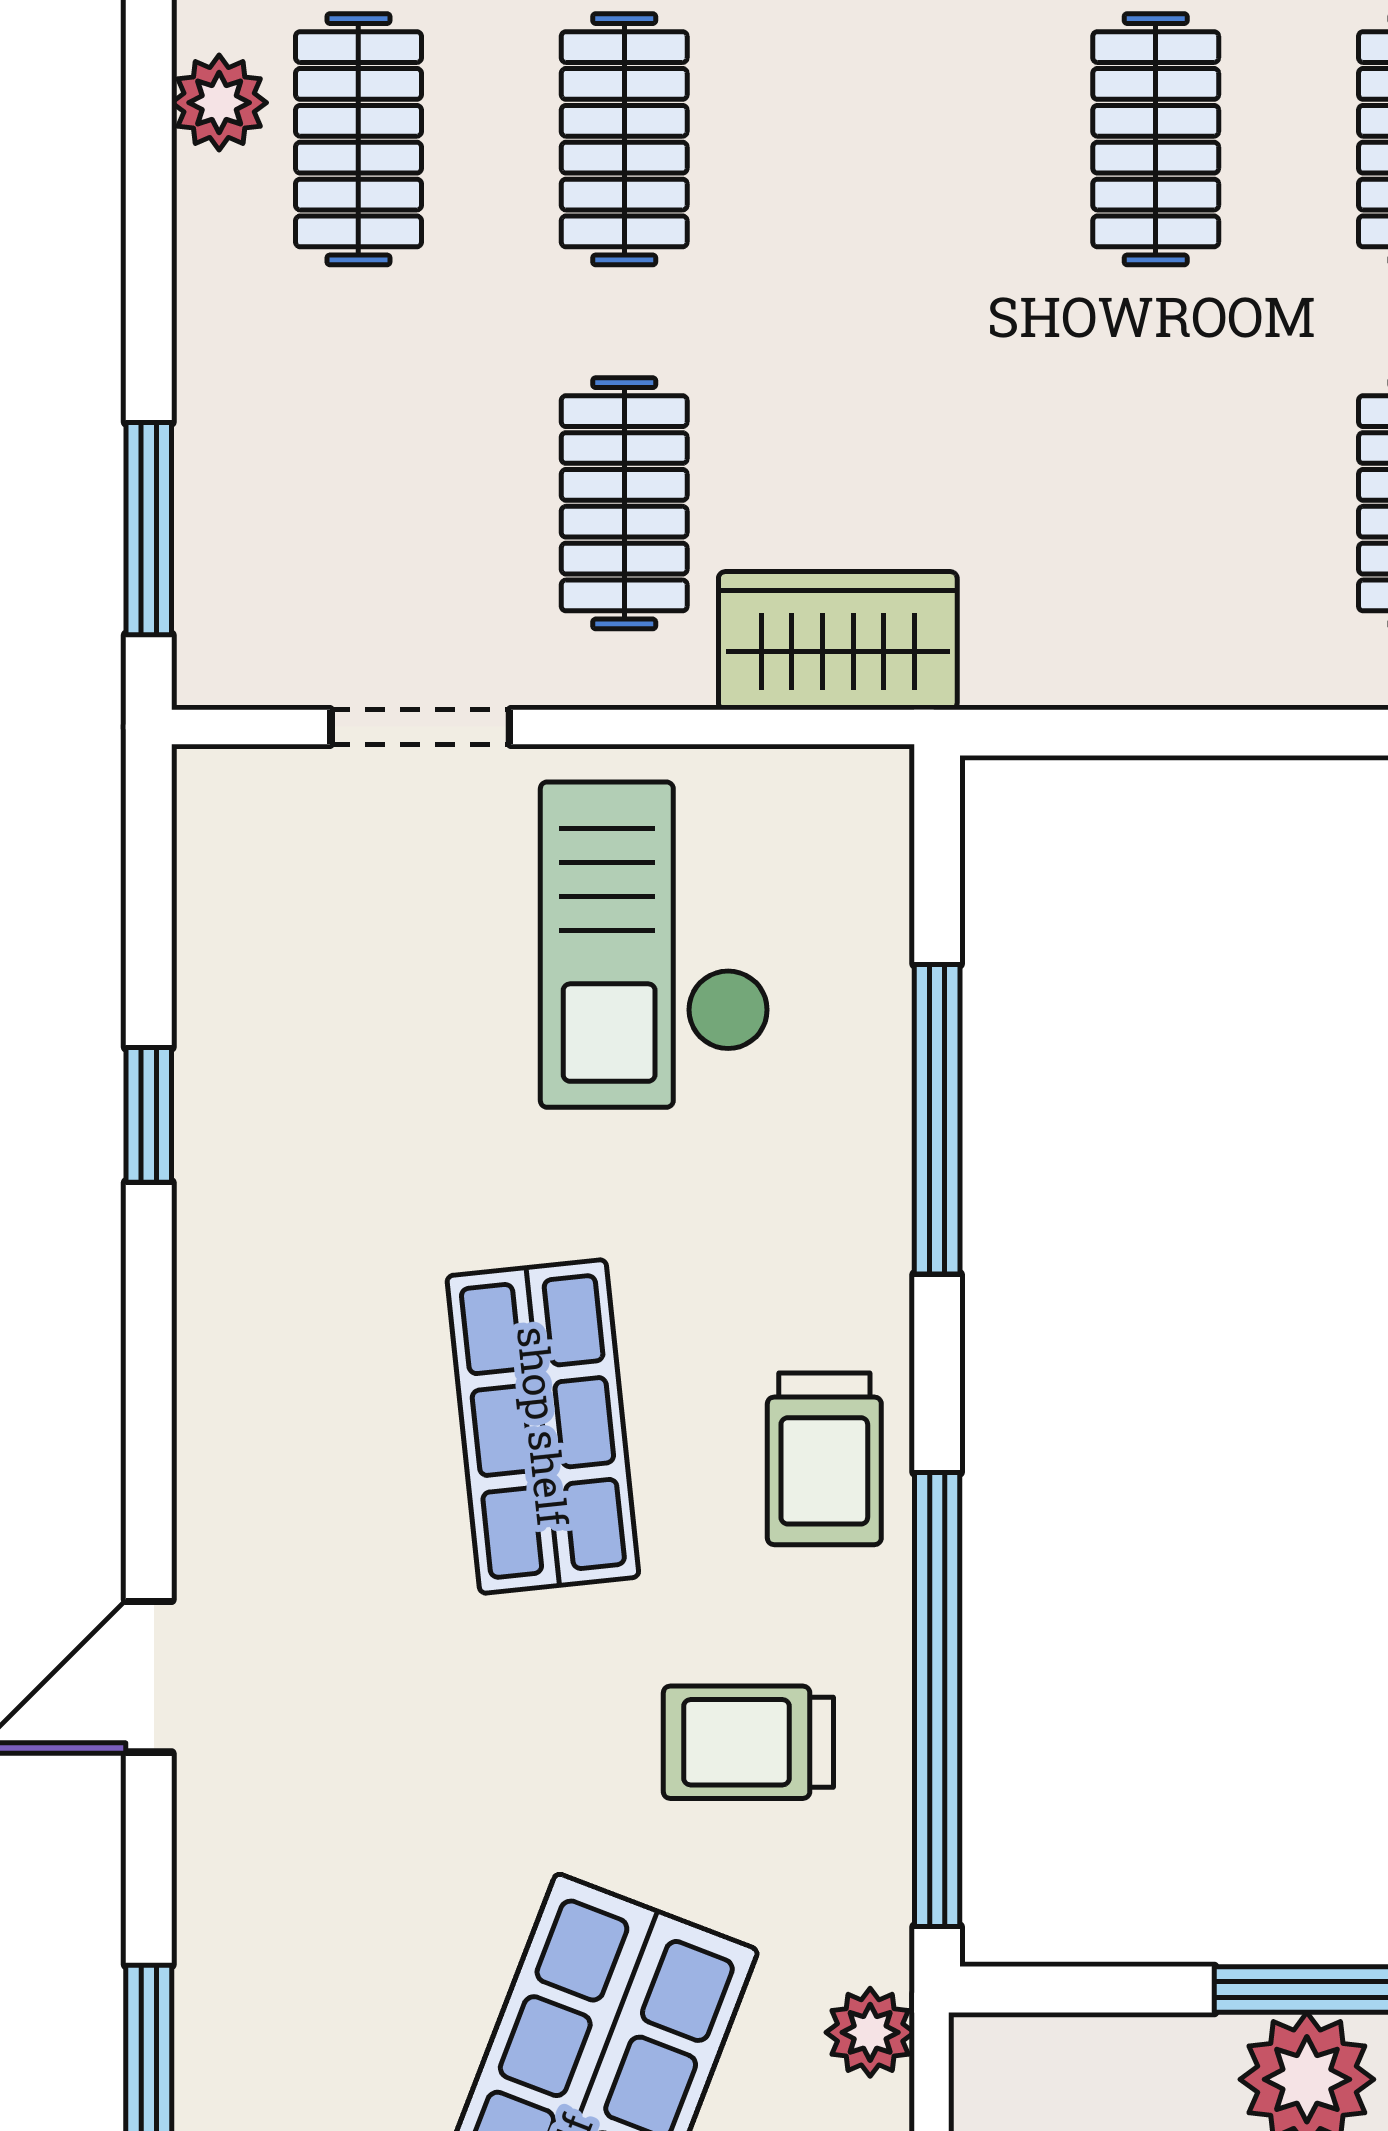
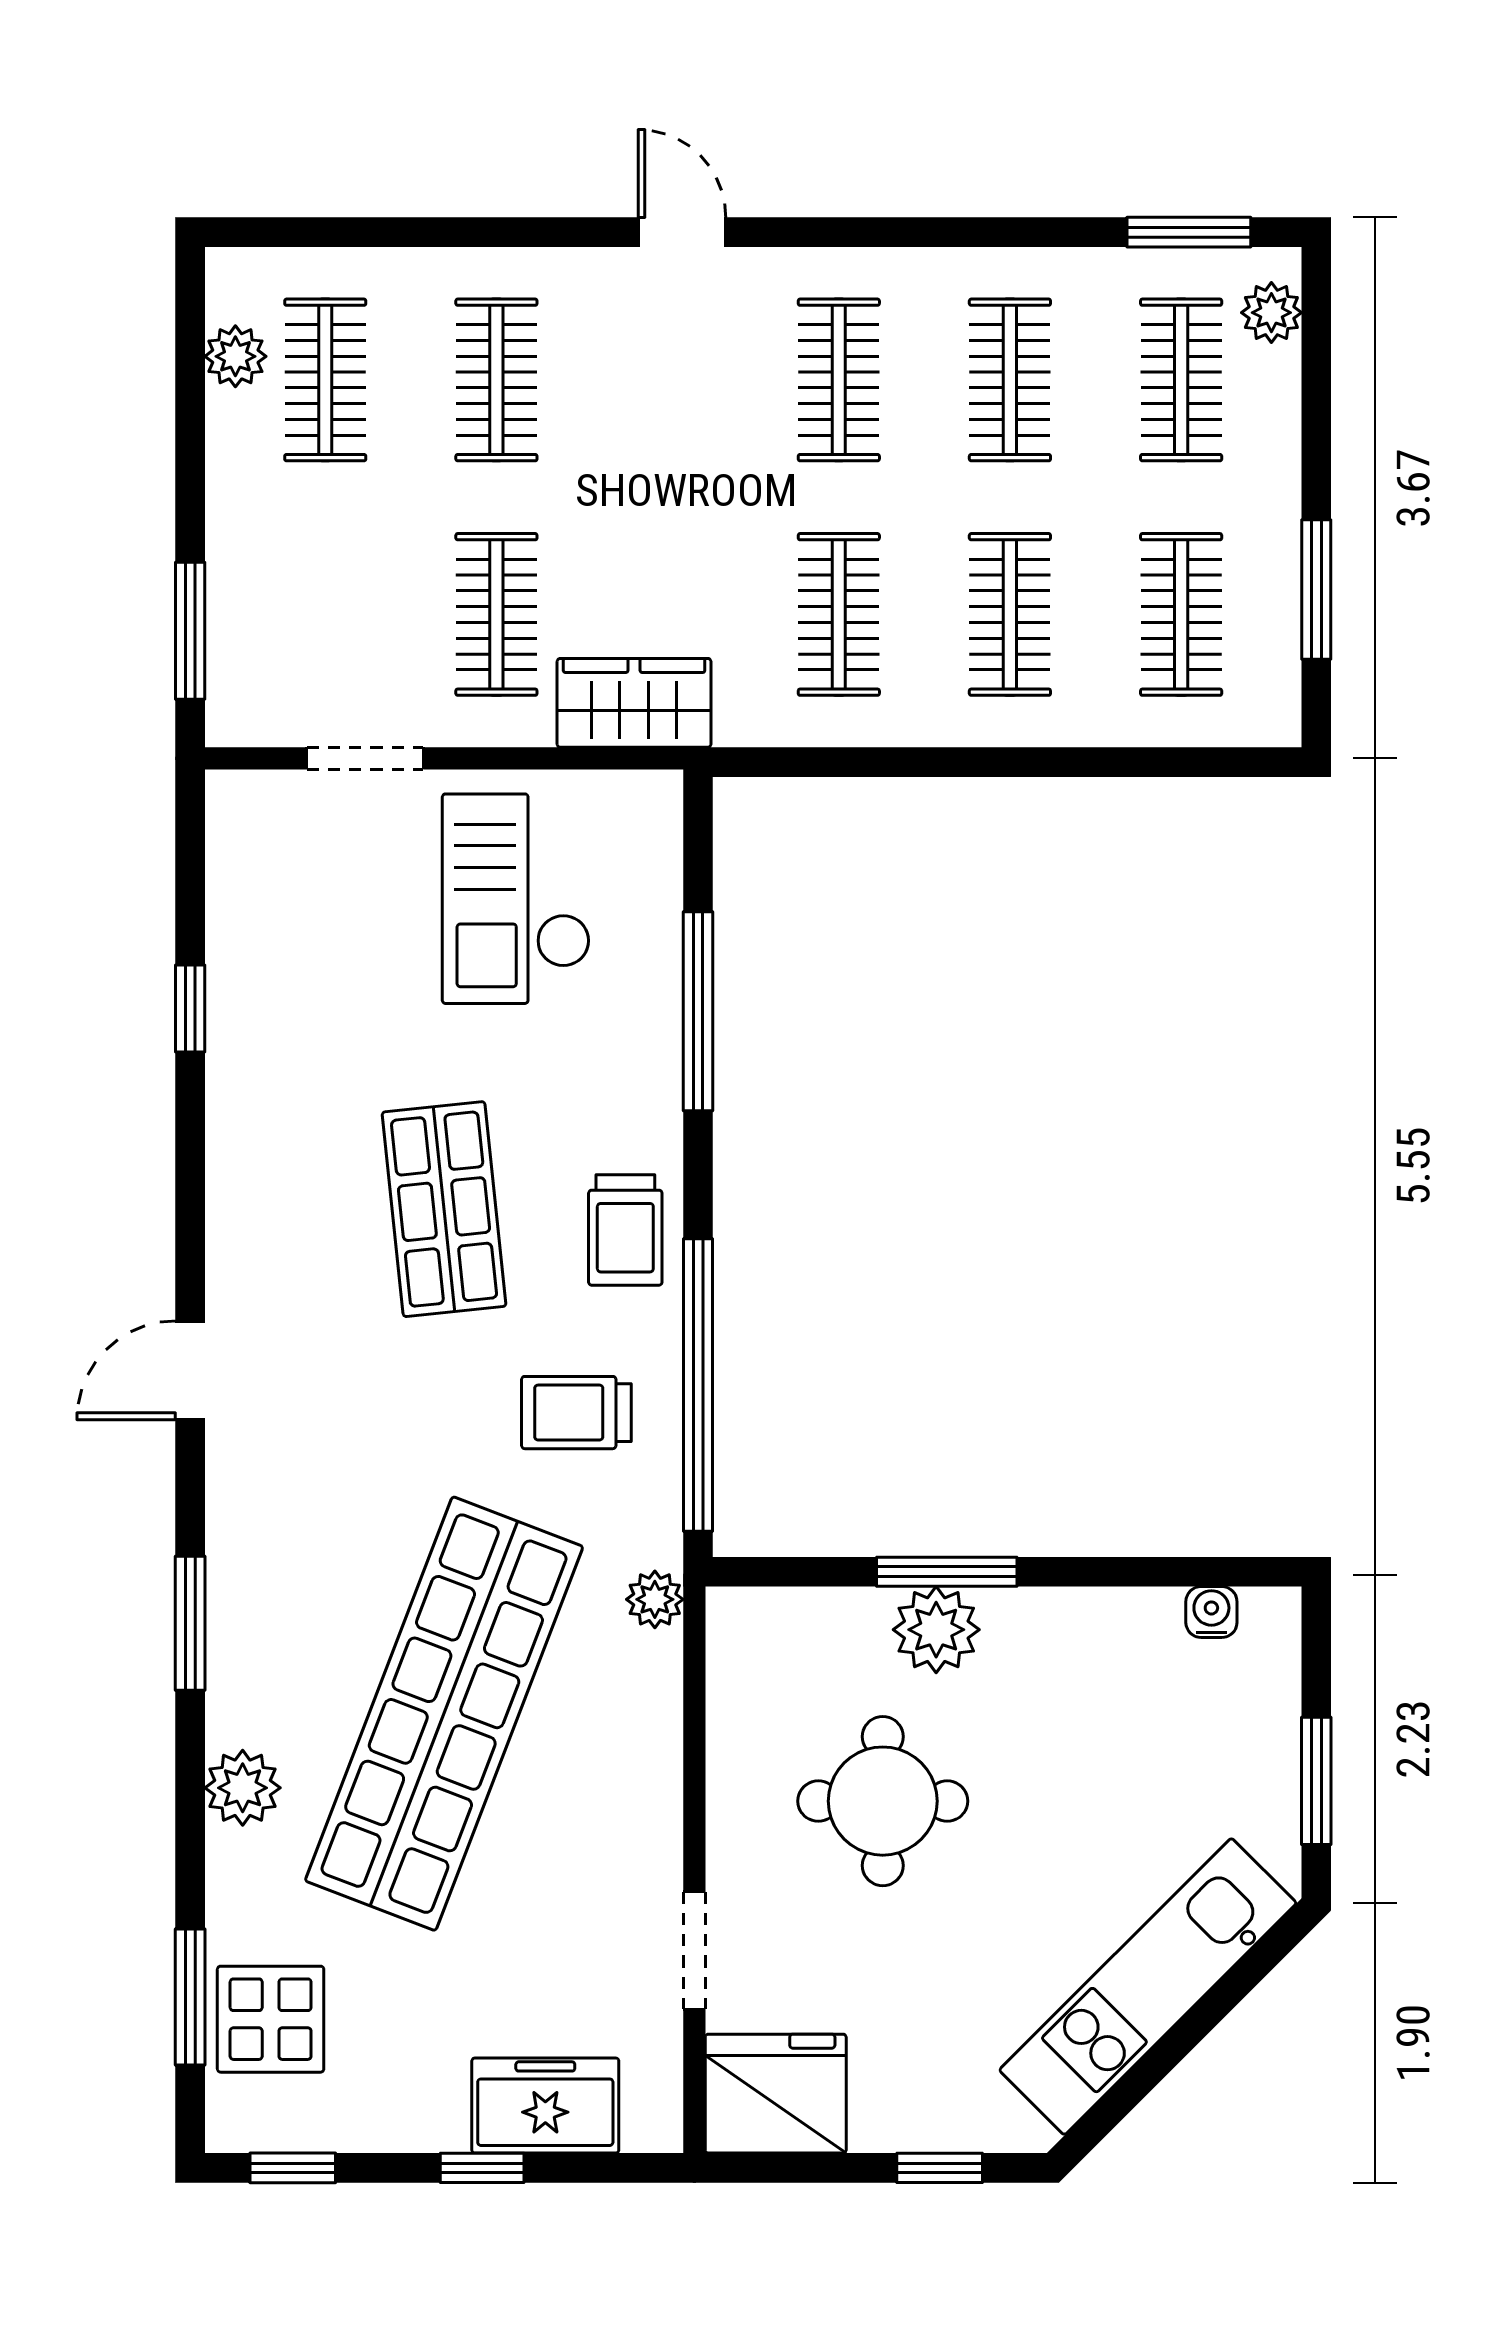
clothes rail: (1156, 503) -> (839, 614), added

